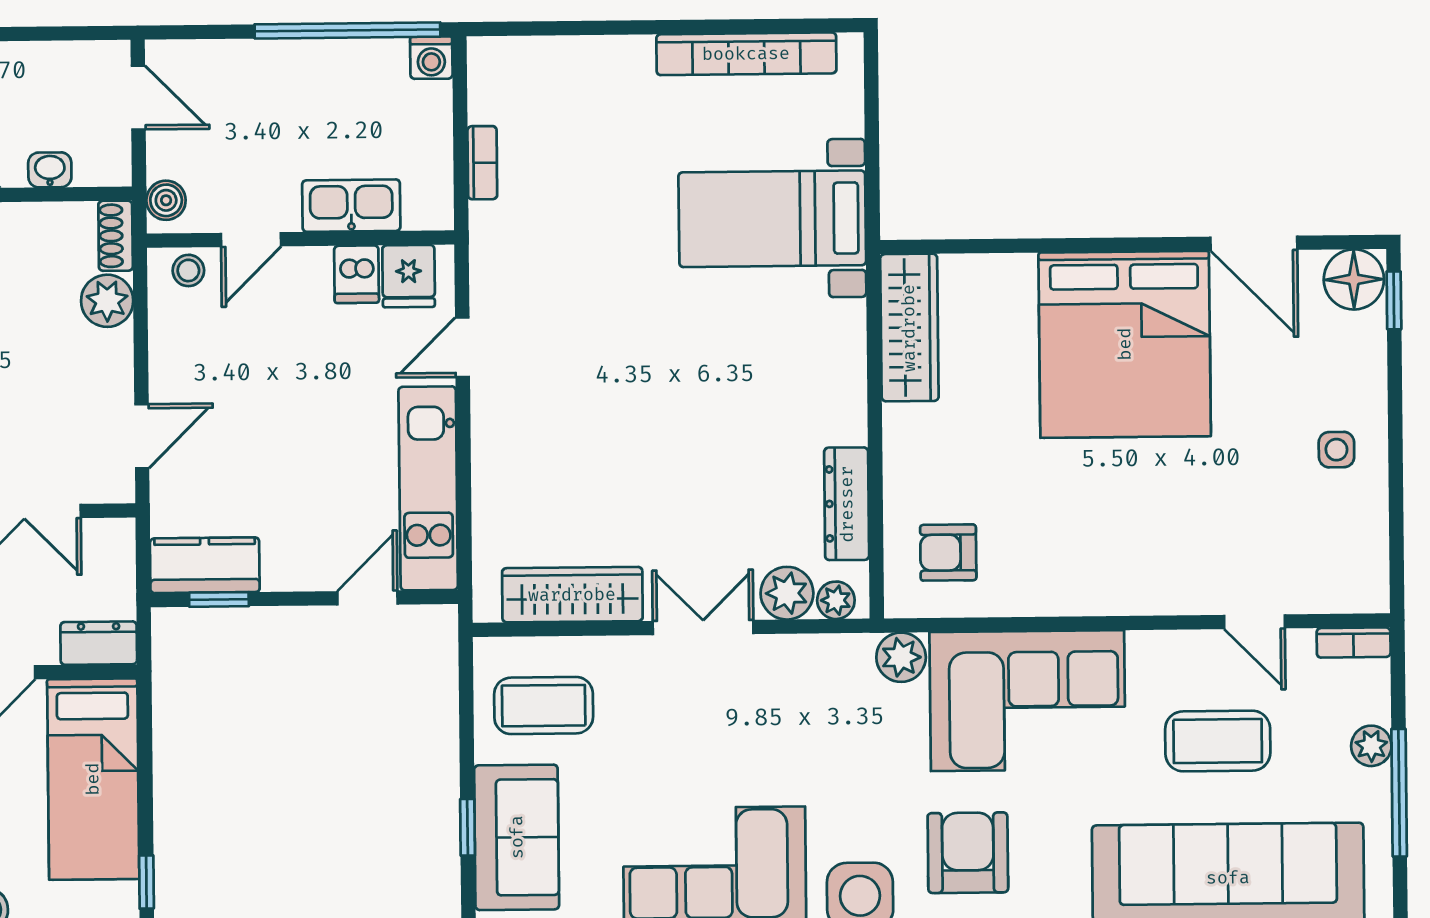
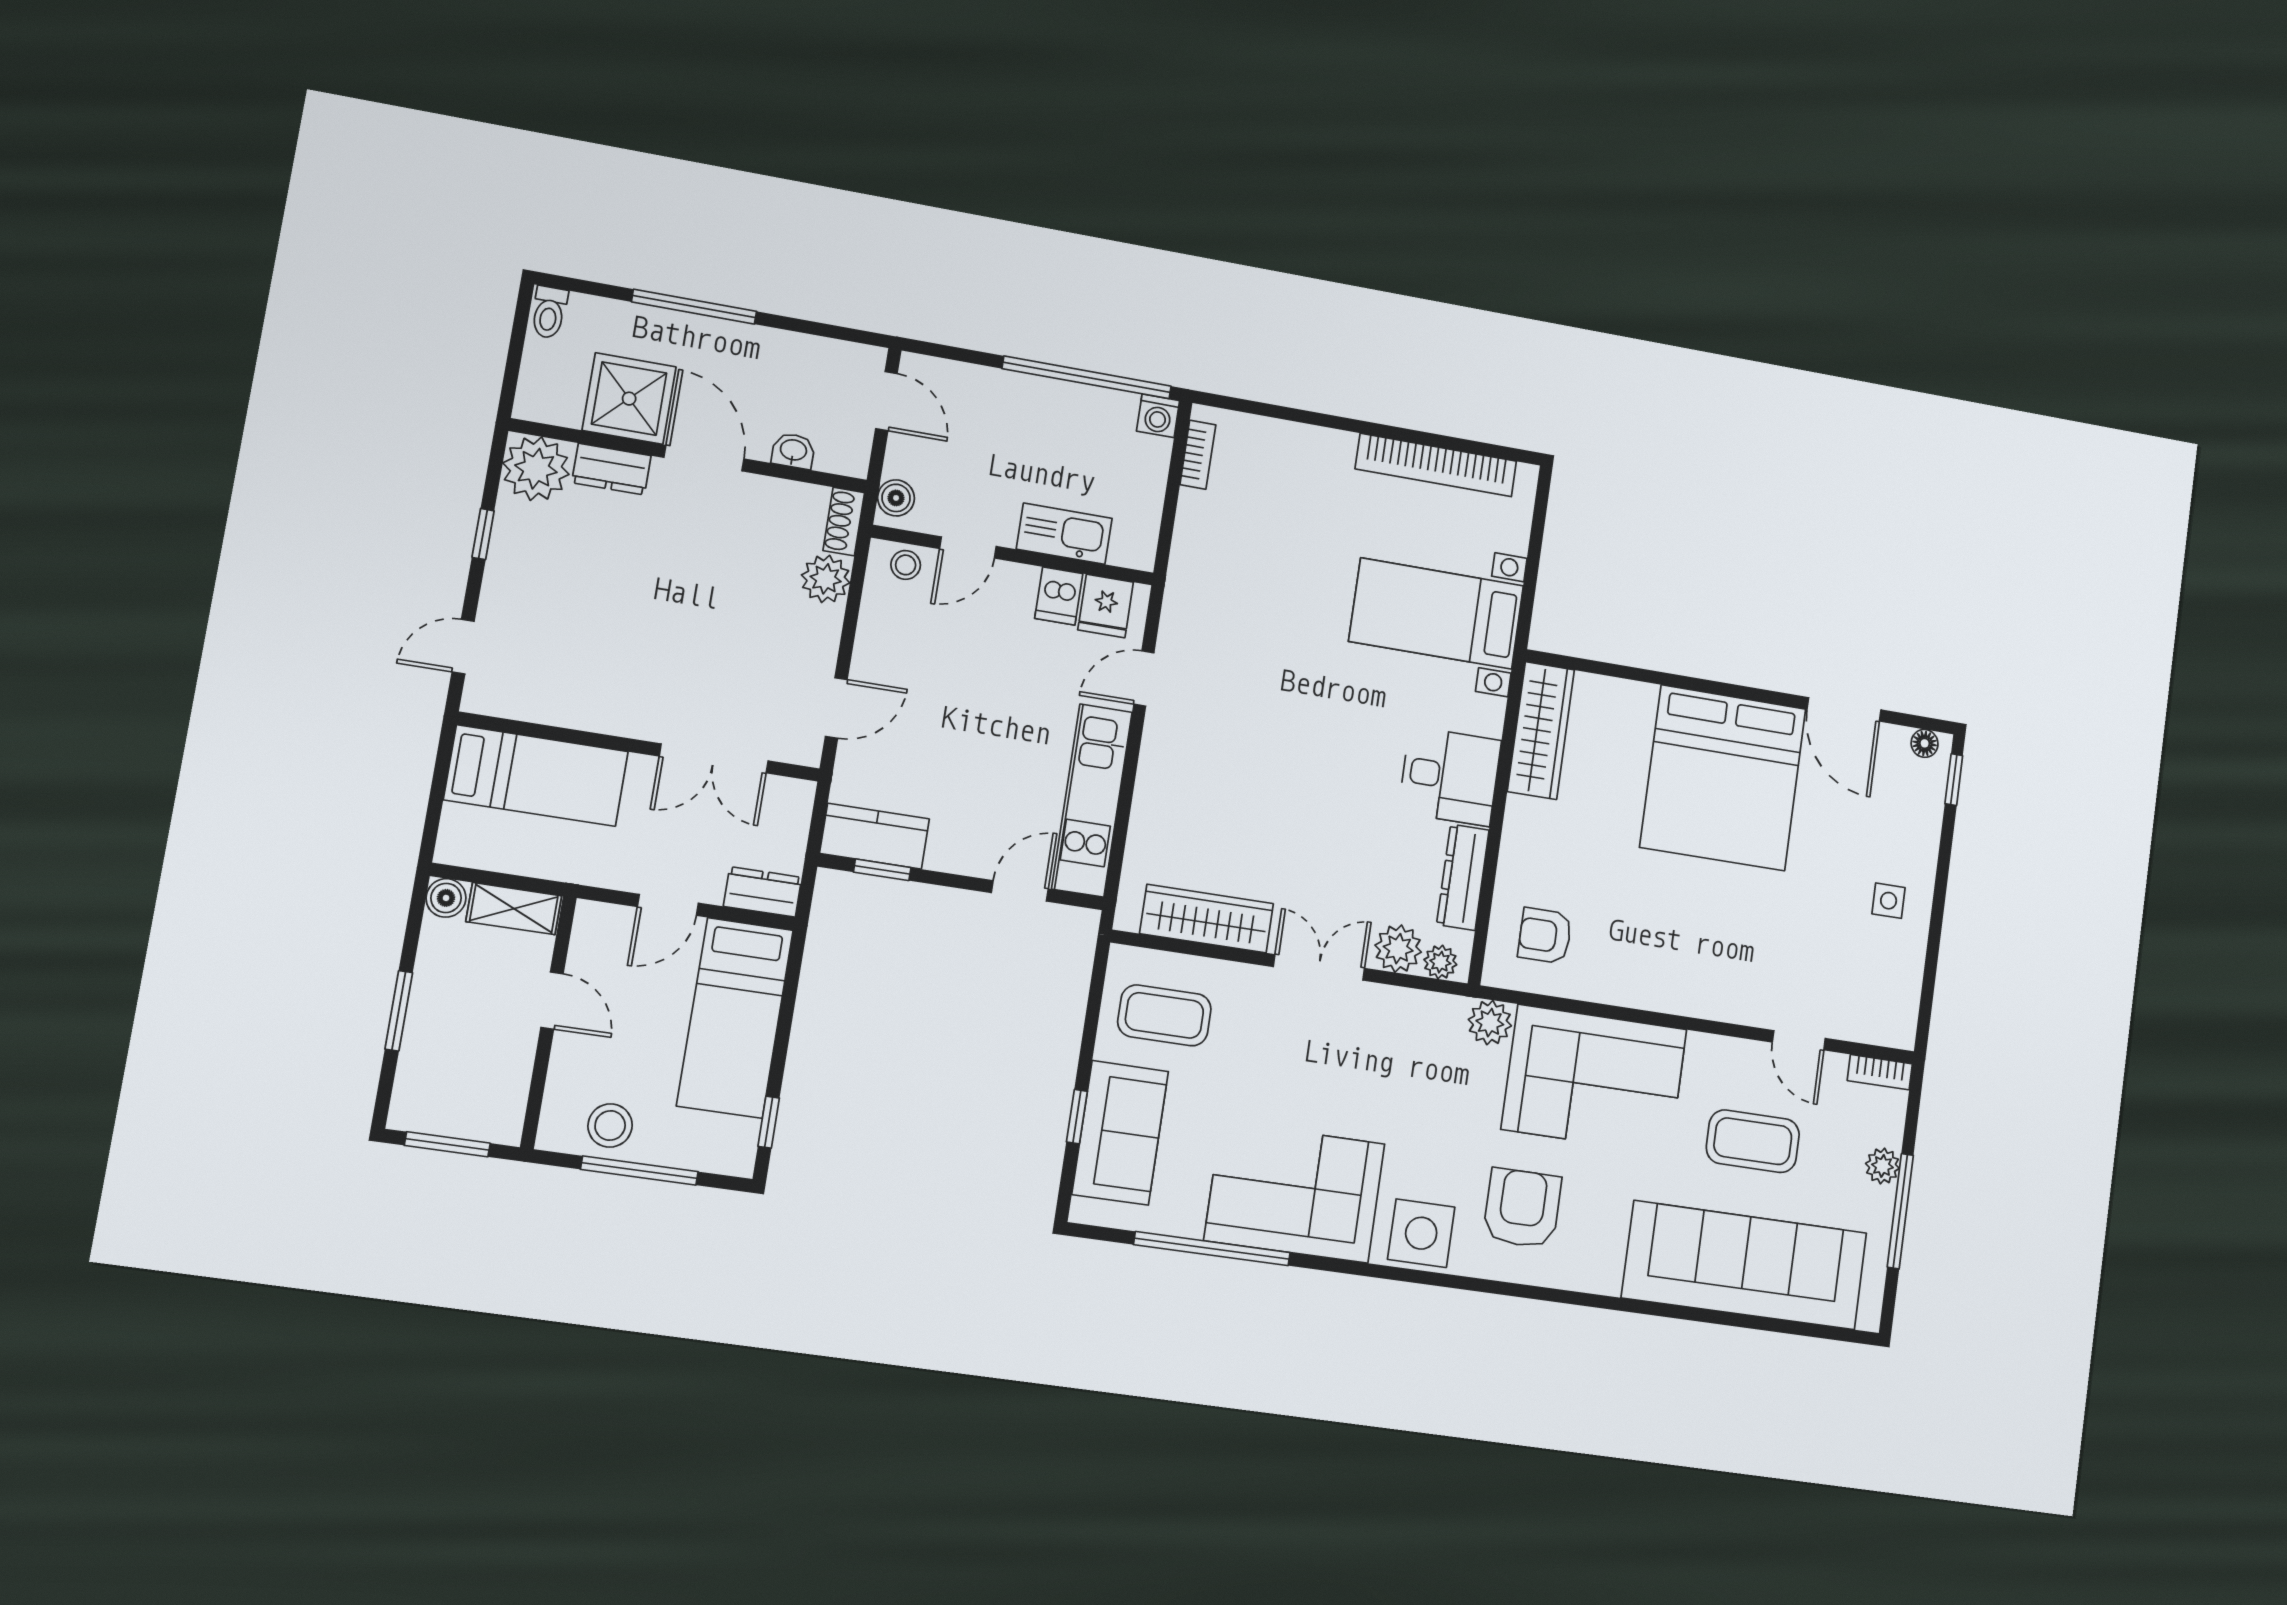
bookcase: (482, 163) -> (1198, 455), moved
floor lamp: (1354, 279) -> (1925, 743), width x0.53, depth x0.53
desk: (815, 395) -> (1450, 776), added

